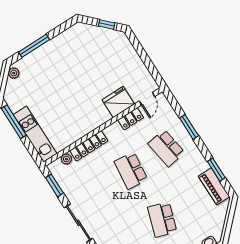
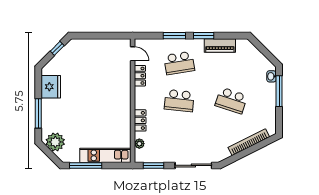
plant: (14, 73) -> (55, 142), width x1.87, depth x1.87
fridge: (118, 102) -> (51, 87), moved, turned 180
locker: (89, 146) -> (140, 120), width x0.66
window: (216, 170) -> (204, 36), moved
piano: (214, 186) -> (220, 46), moved

